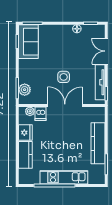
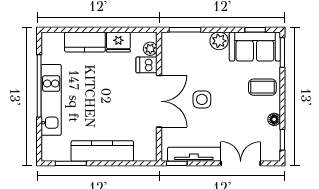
coffee table: (55, 37) -> (262, 87), added
plant: (25, 90) -> (219, 41), moved

